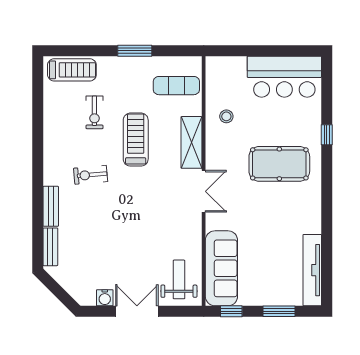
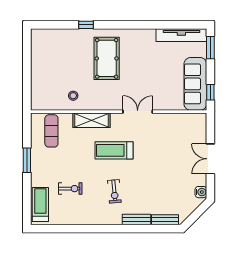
bar counter: (284, 77) -> (45, 55), removed
treadmill: (136, 140) -> (114, 150), moved
double door: (204, 191) -> (138, 112), moved
sofa: (221, 268) -> (195, 84), moved, turned -90
weight bench: (179, 279) -> (188, 129), removed
water cooler: (105, 298) -> (201, 192), moved
window: (279, 311) -> (210, 48), moved

